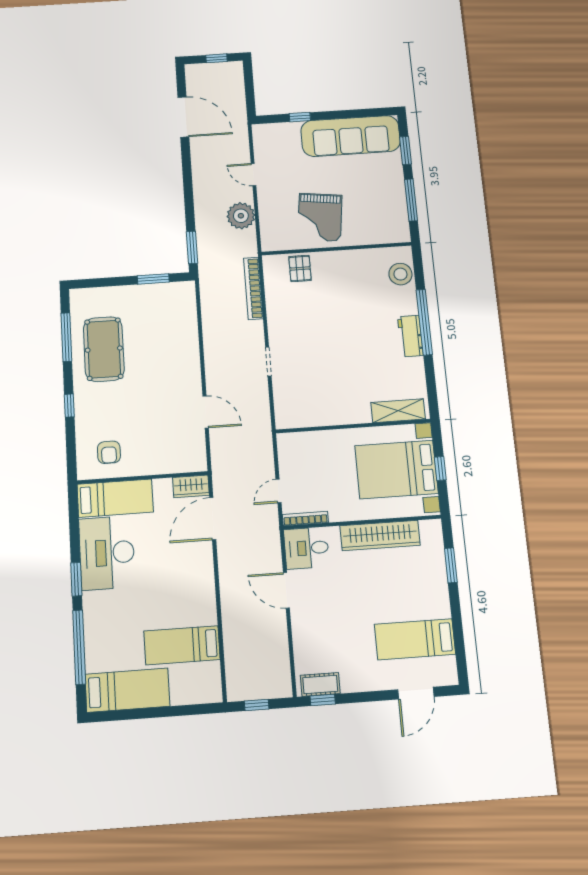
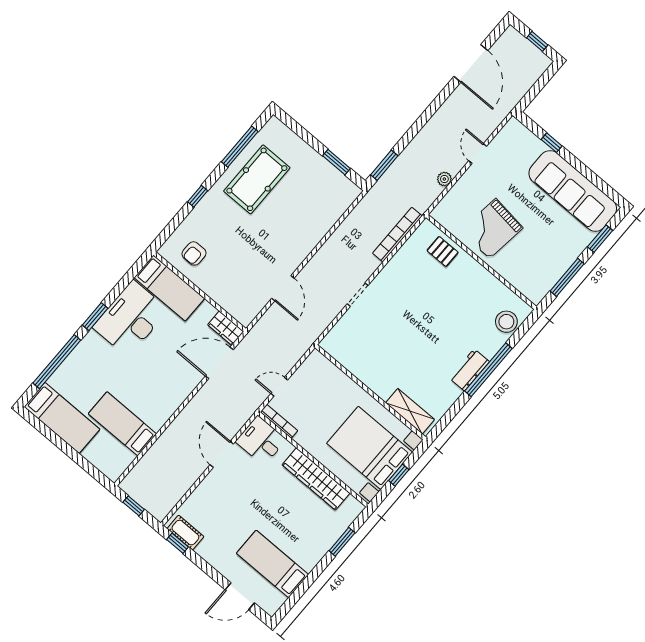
plant: (241, 216) -> (444, 179), width x0.53, depth x0.53
pallet: (300, 268) -> (443, 252), turned 90

